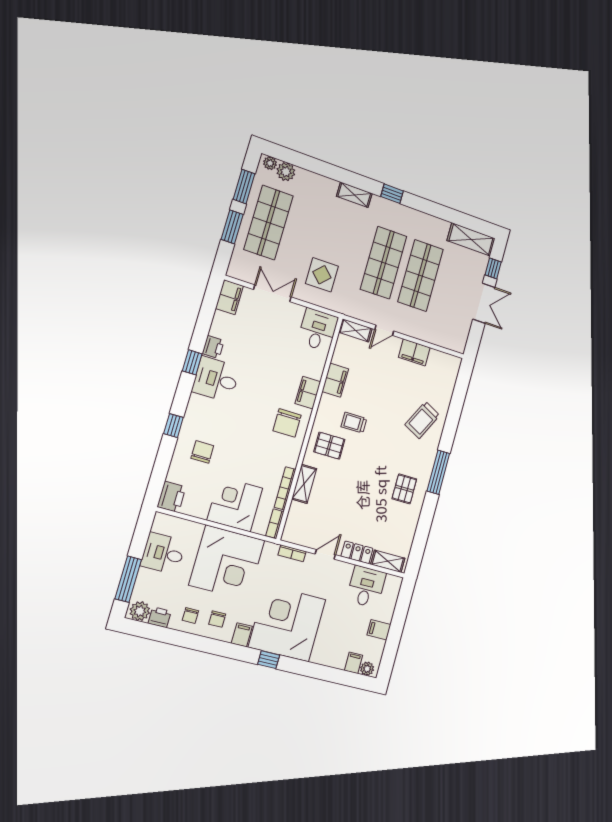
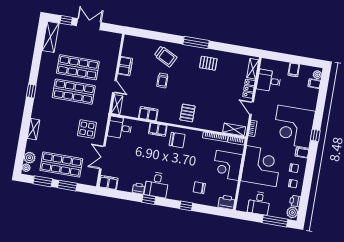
shelving: (354, 195) -> (33, 129), moved
trolley: (354, 423) -> (162, 80), moved
shelving: (304, 484) -> (234, 130), moved

